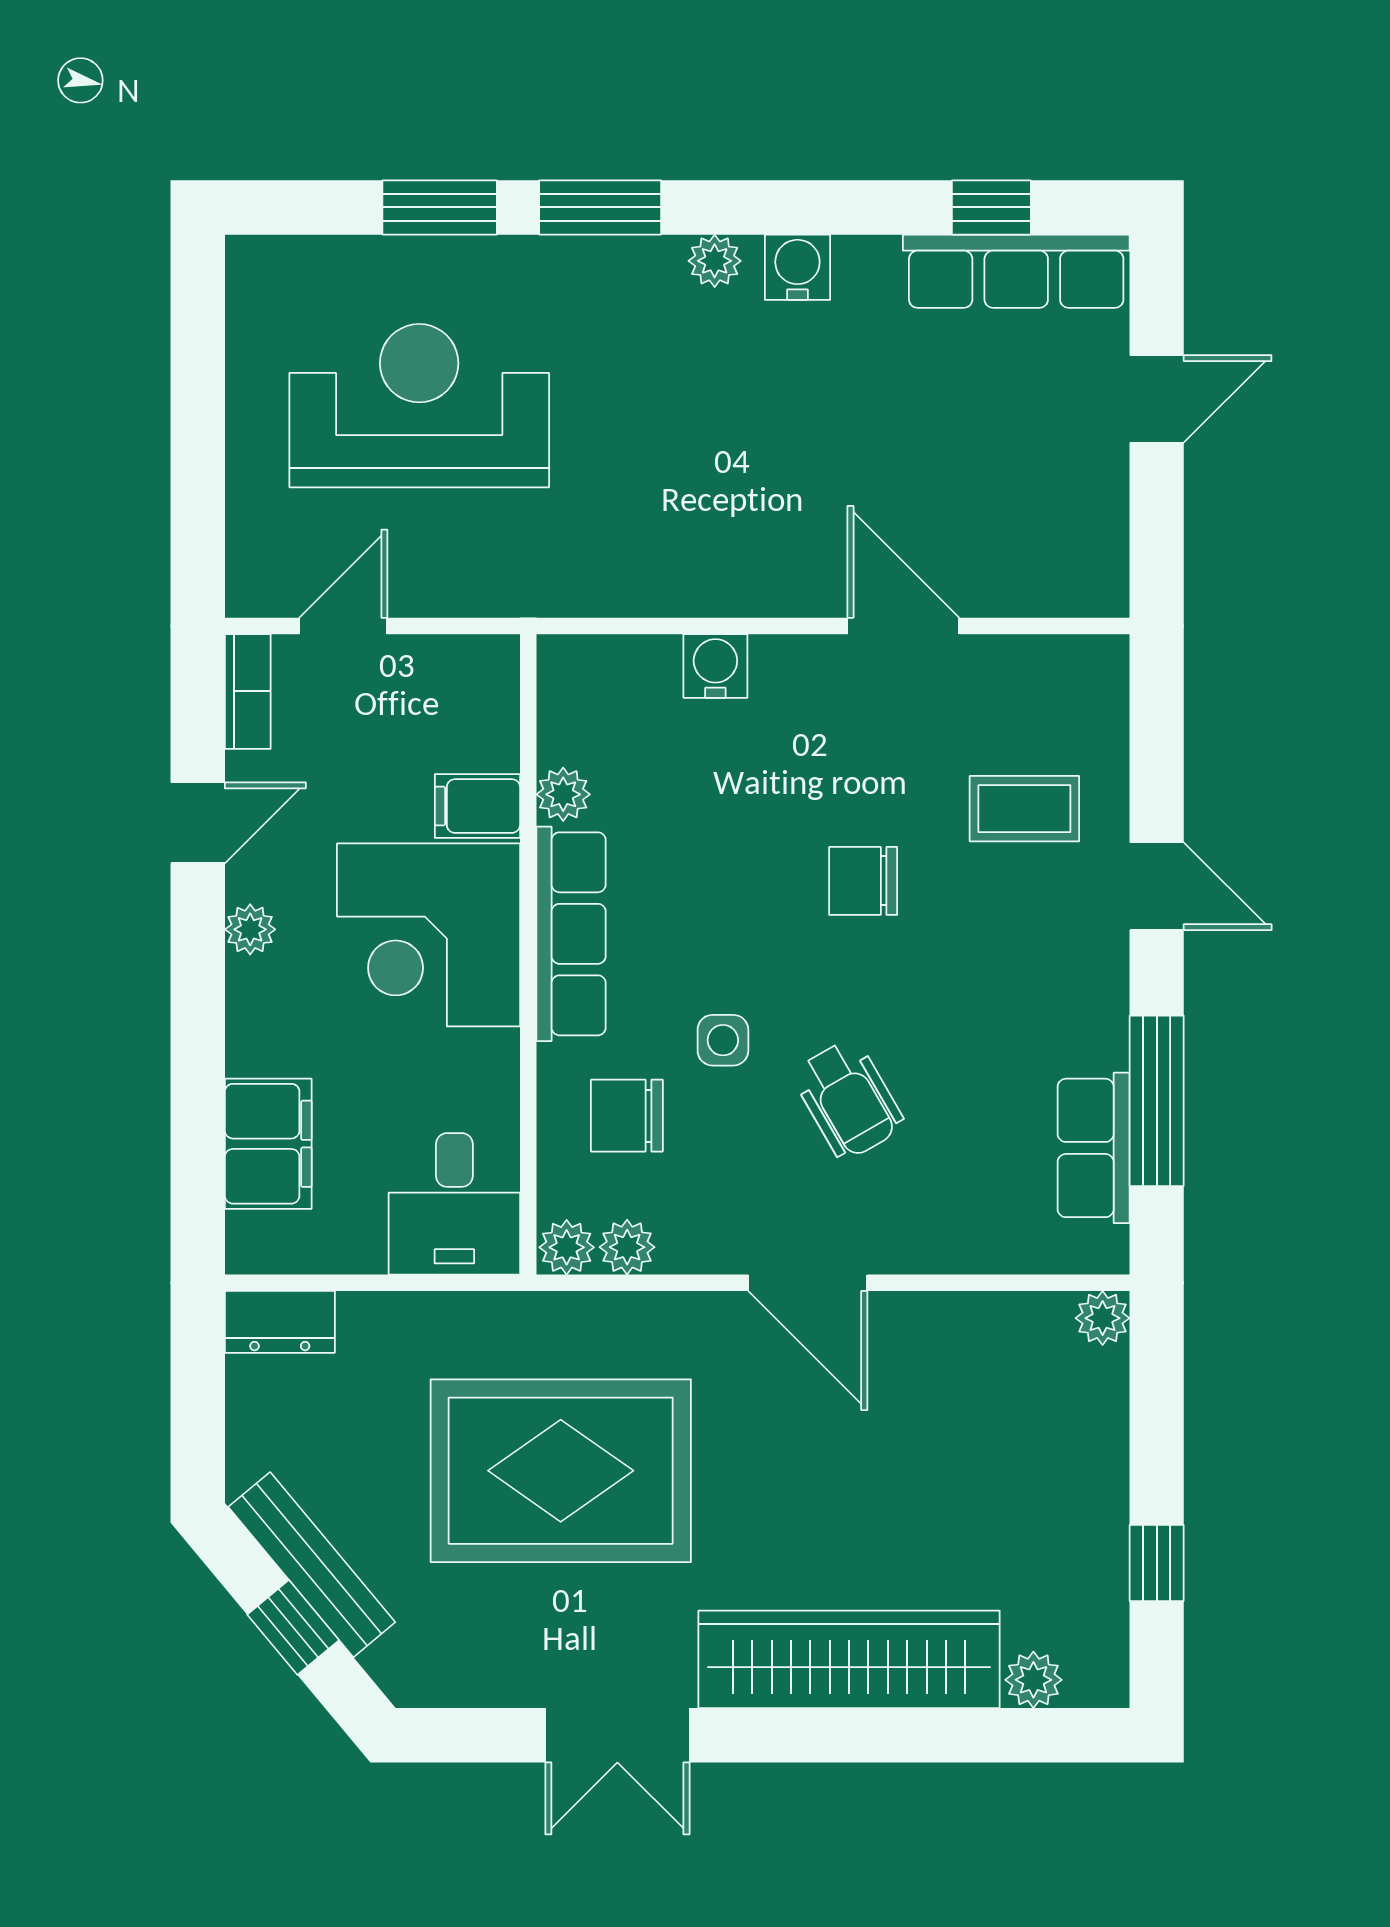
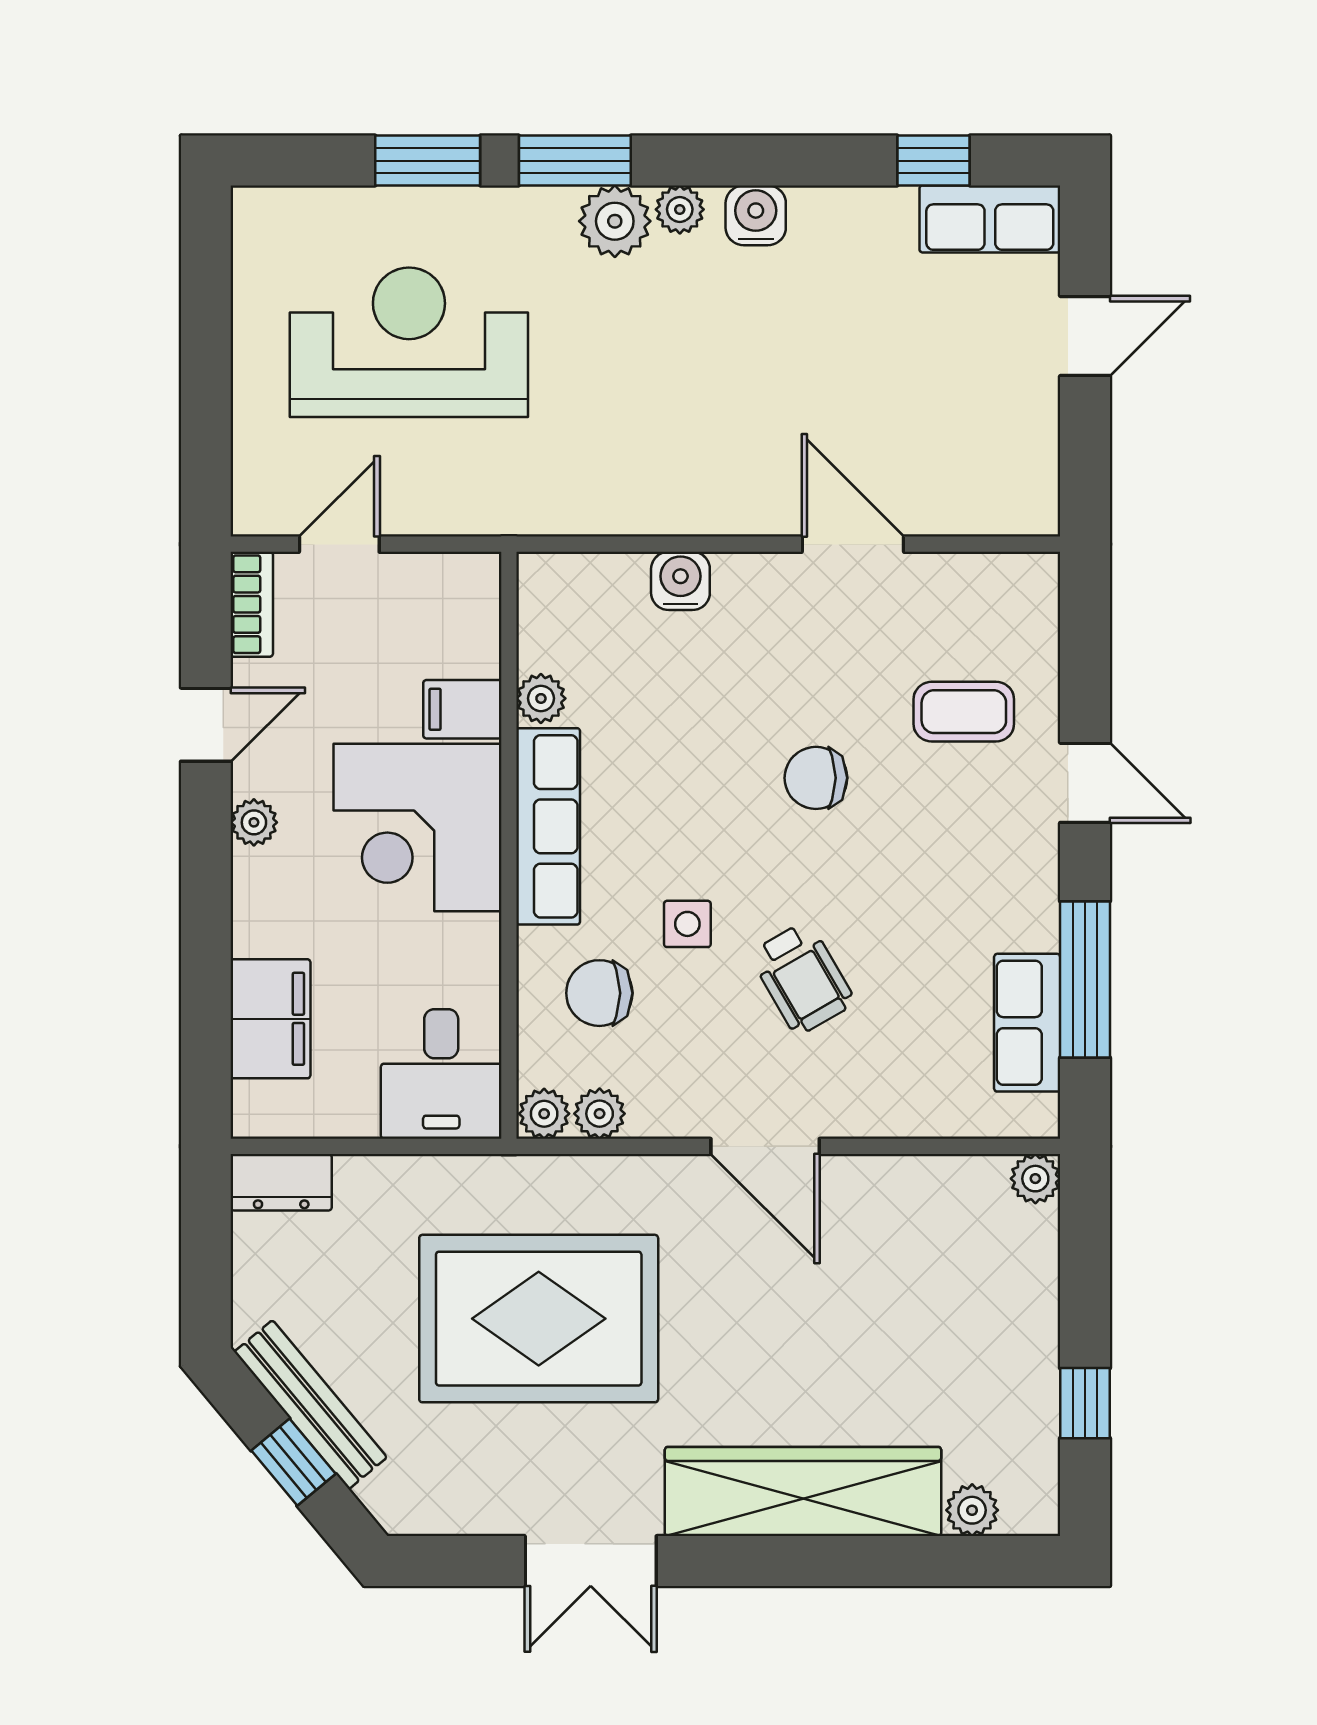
row of seats: (1016, 271) -> (990, 219), width x0.68
plant: (644, 274) -> (615, 221), added

